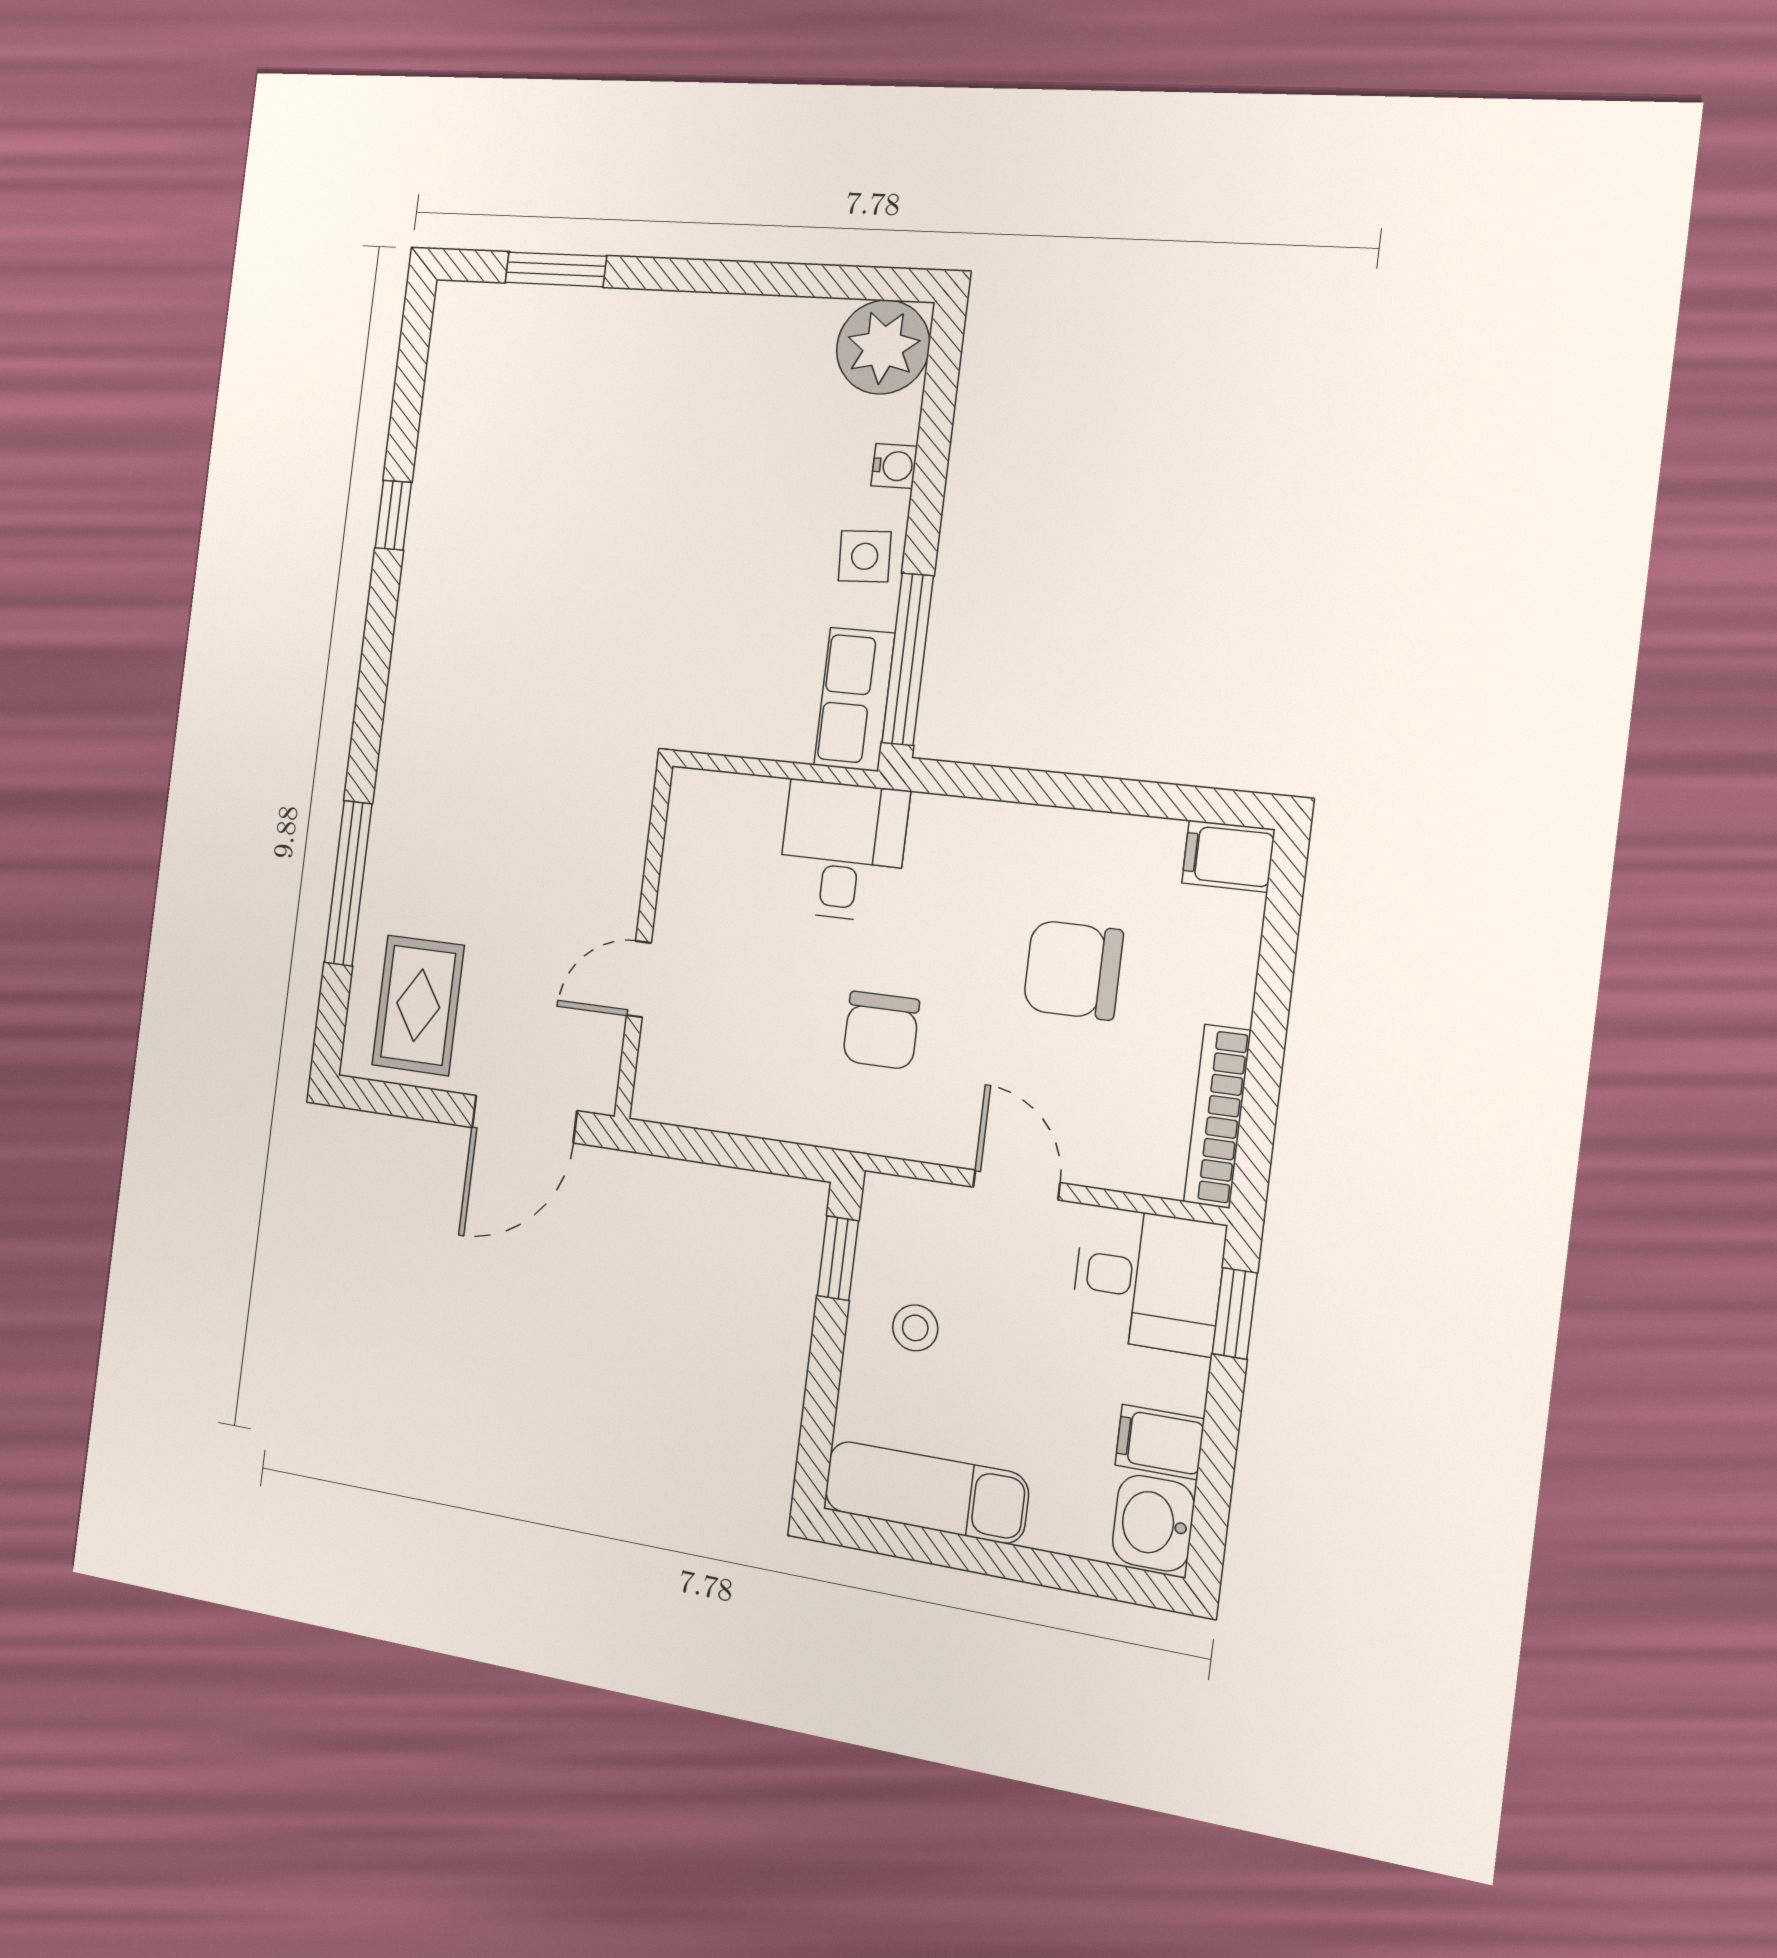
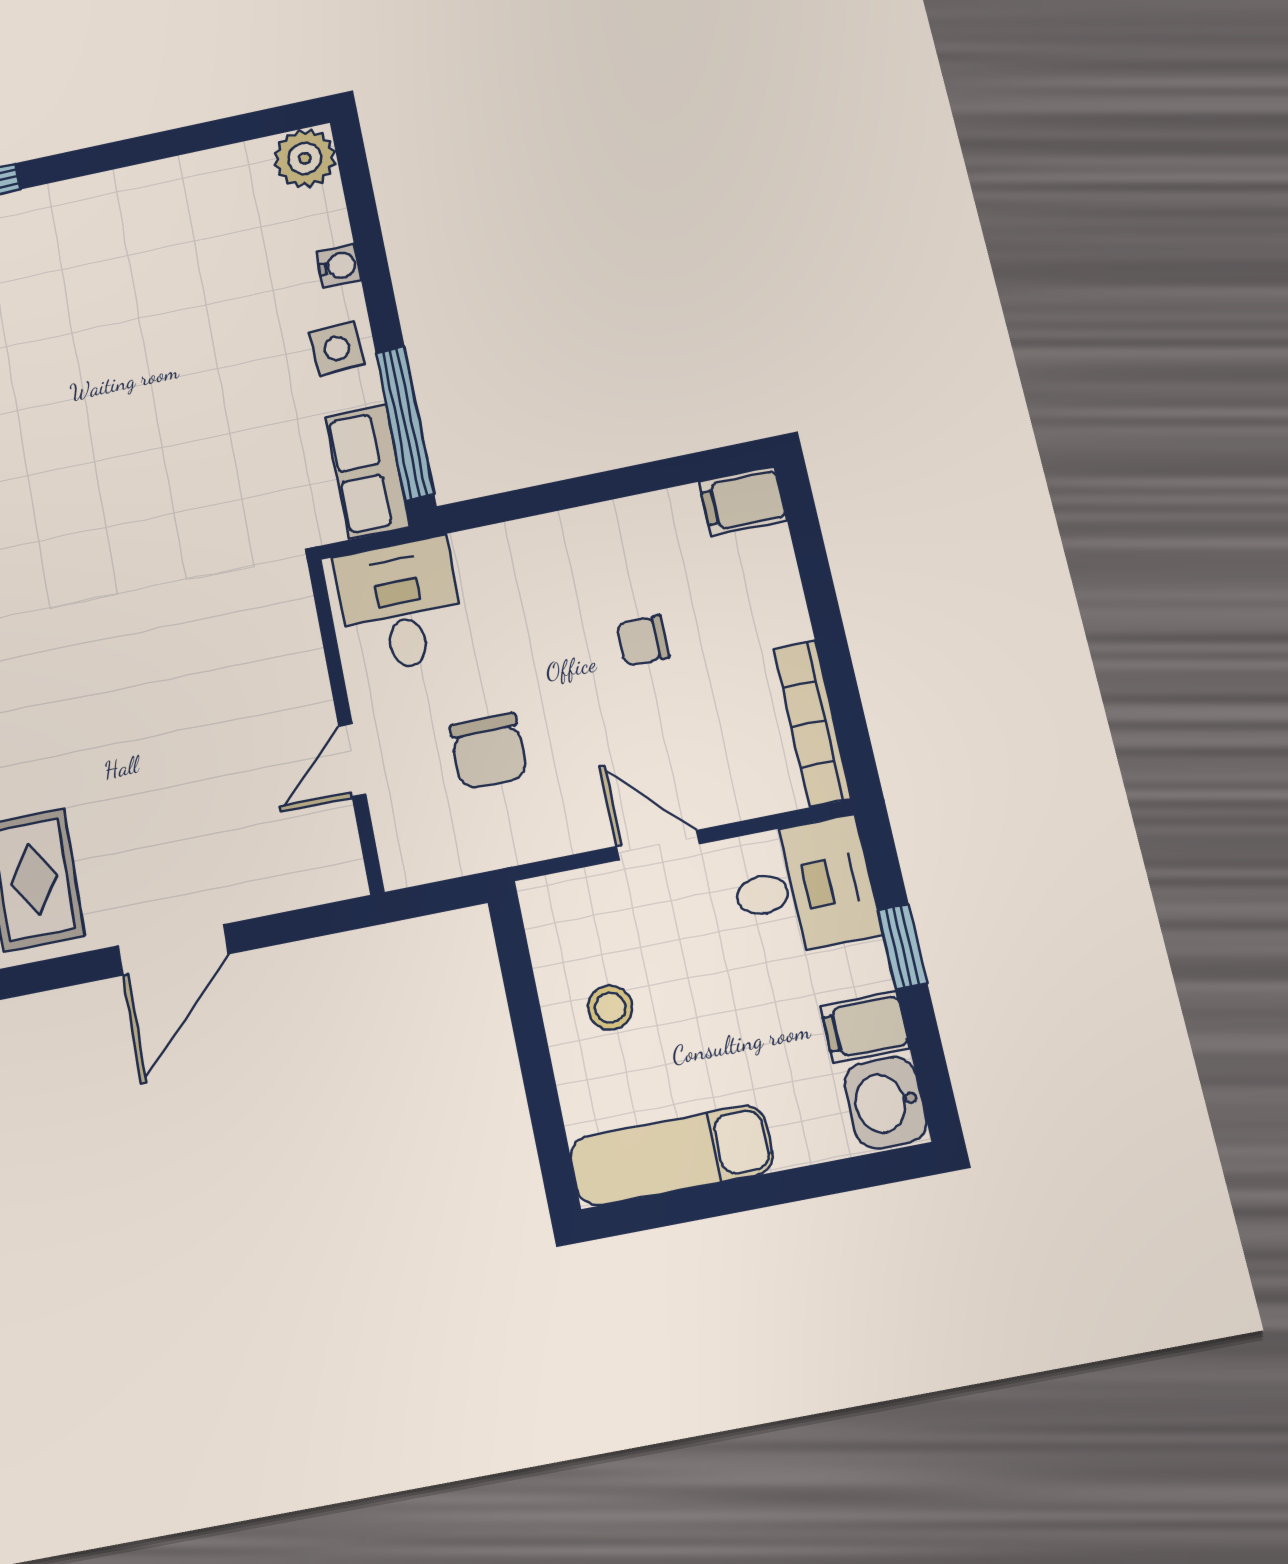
plant: (883, 347) -> (305, 158), width x0.73, depth x0.73
wall: (643, 941) -> (346, 725), moved
chair: (1073, 970) -> (643, 641), width x0.54, depth x0.54
door: (639, 979) -> (352, 761), moved
window: (838, 1258) -> (517, 970), removed
window: (1235, 1313) -> (902, 947), moved

